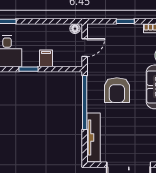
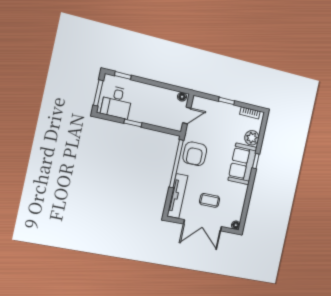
filing cabinet: (46, 58) -> (151, 117), removed
armchair: (117, 90) -> (195, 154), moved
coffee table: (130, 135) -> (210, 200), added

